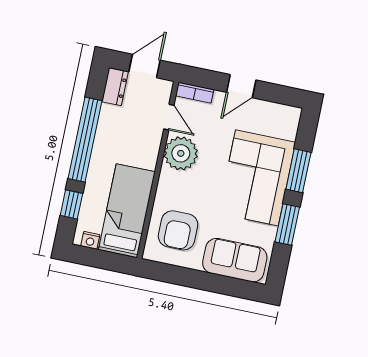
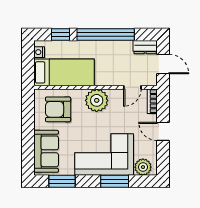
plant: (286, 126) -> (143, 167), added
plant: (181, 153) -> (97, 100), moved
window: (287, 224) -> (62, 181), moved

